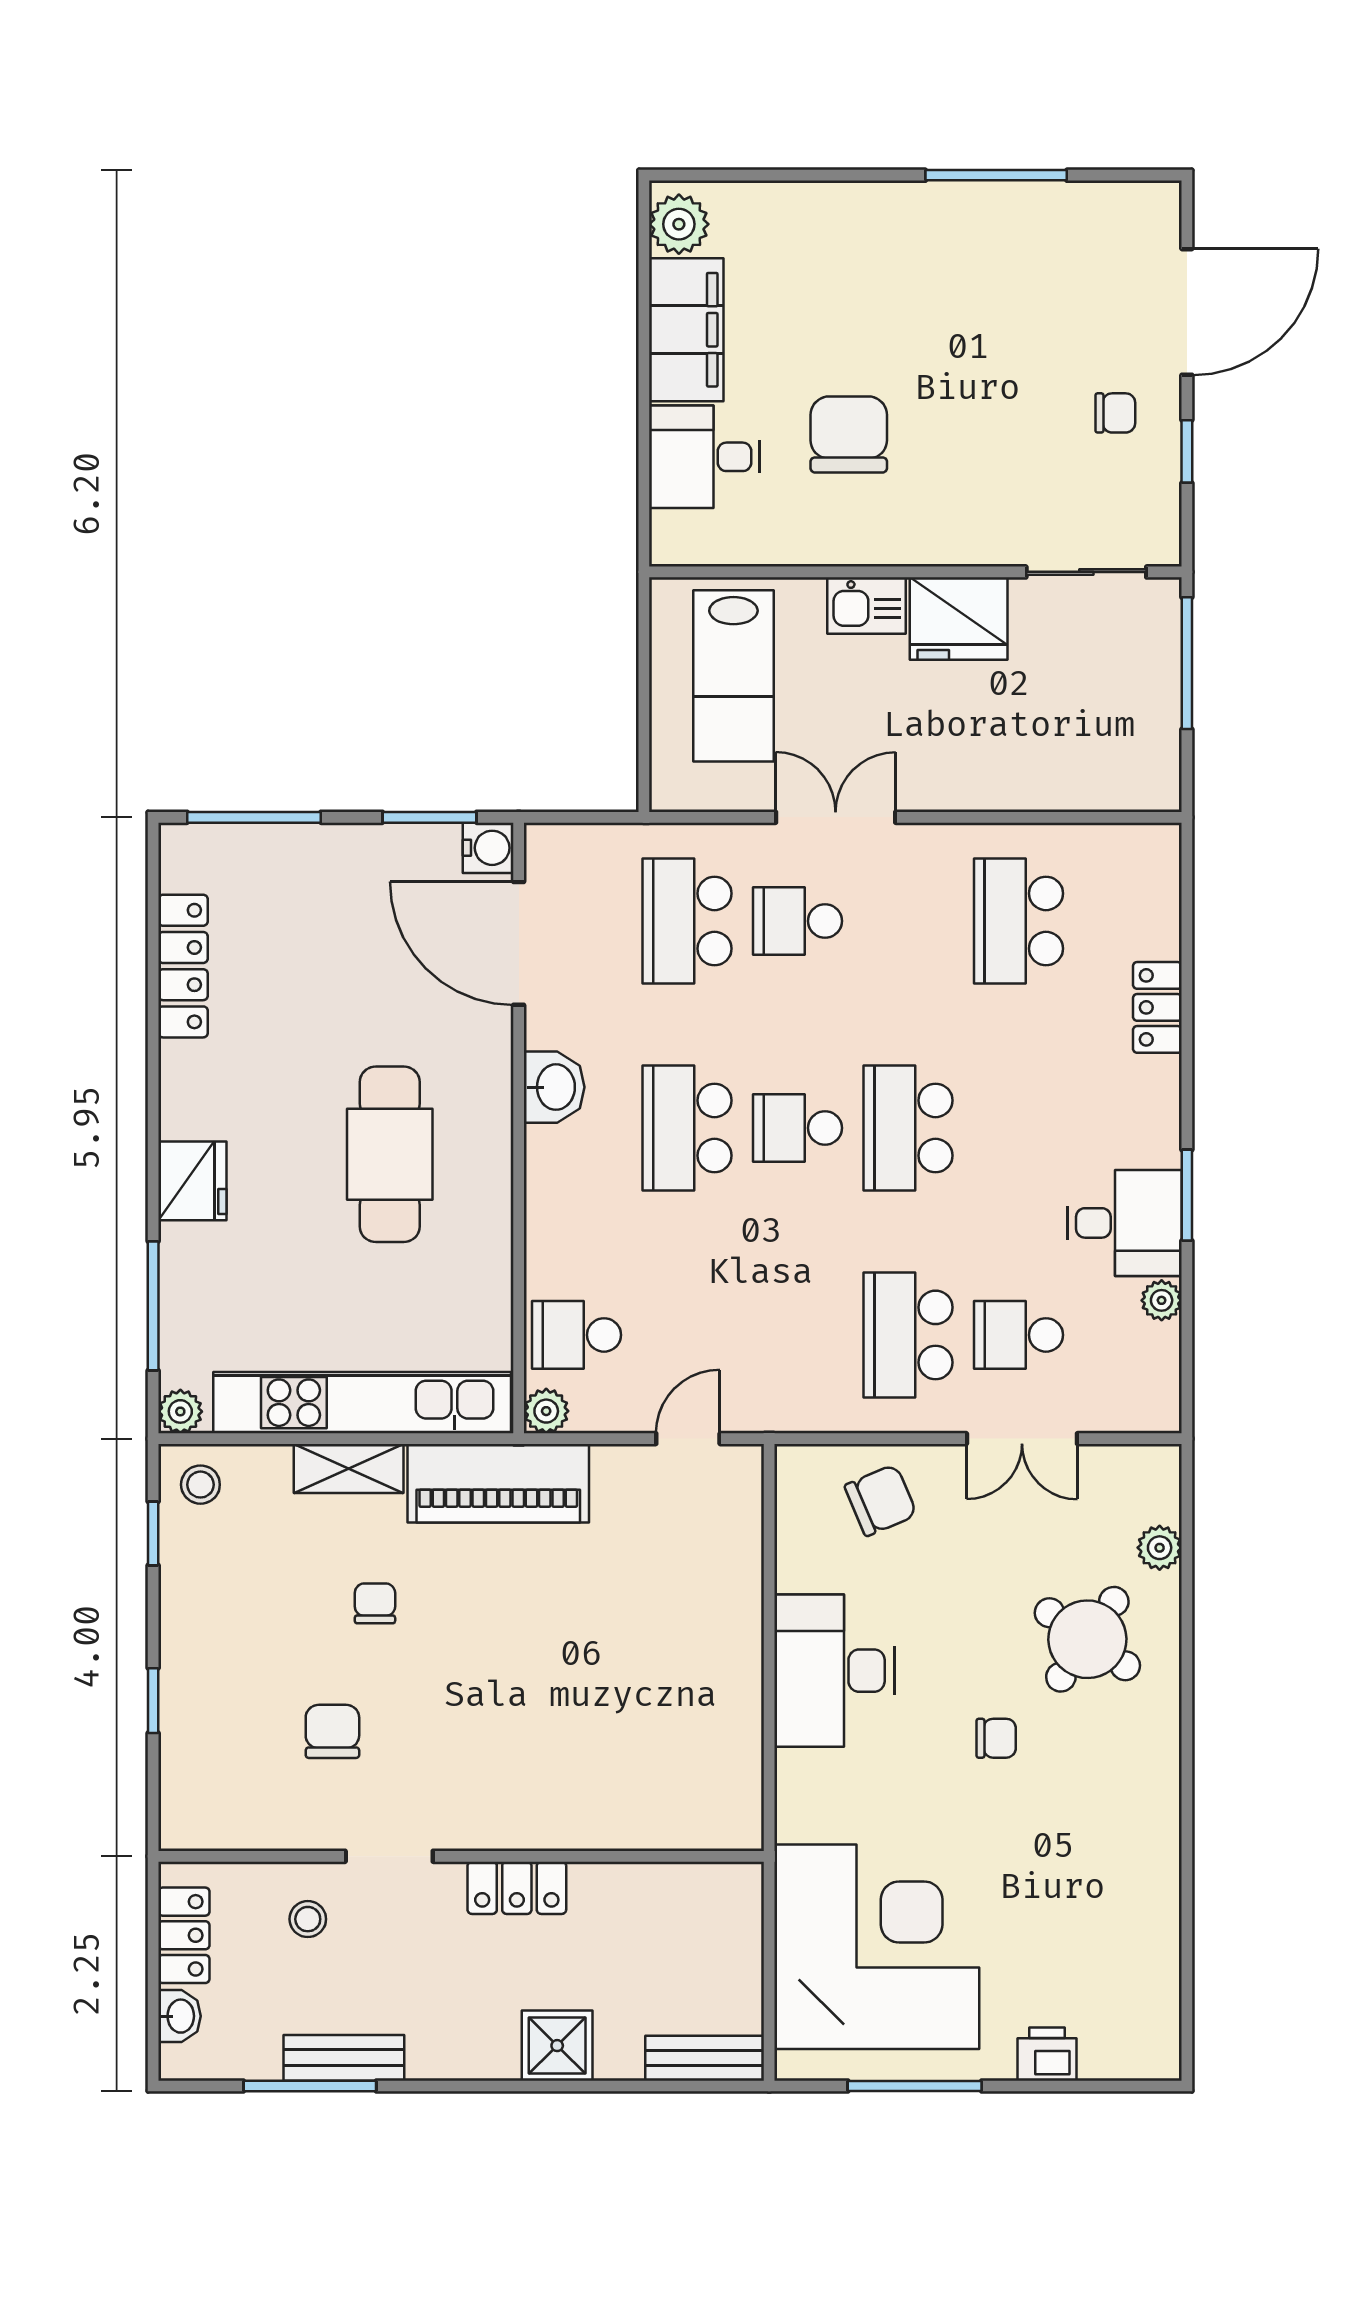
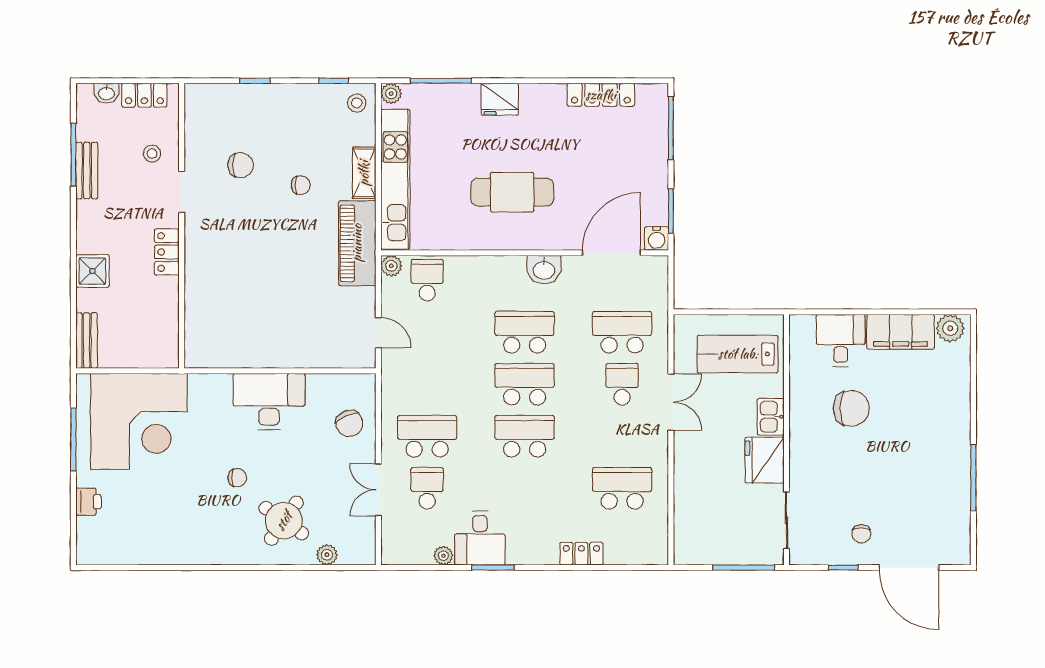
school desk: (798, 1128) -> (525, 384), width x1.85
chair: (996, 1738) -> (237, 478), turned -90

